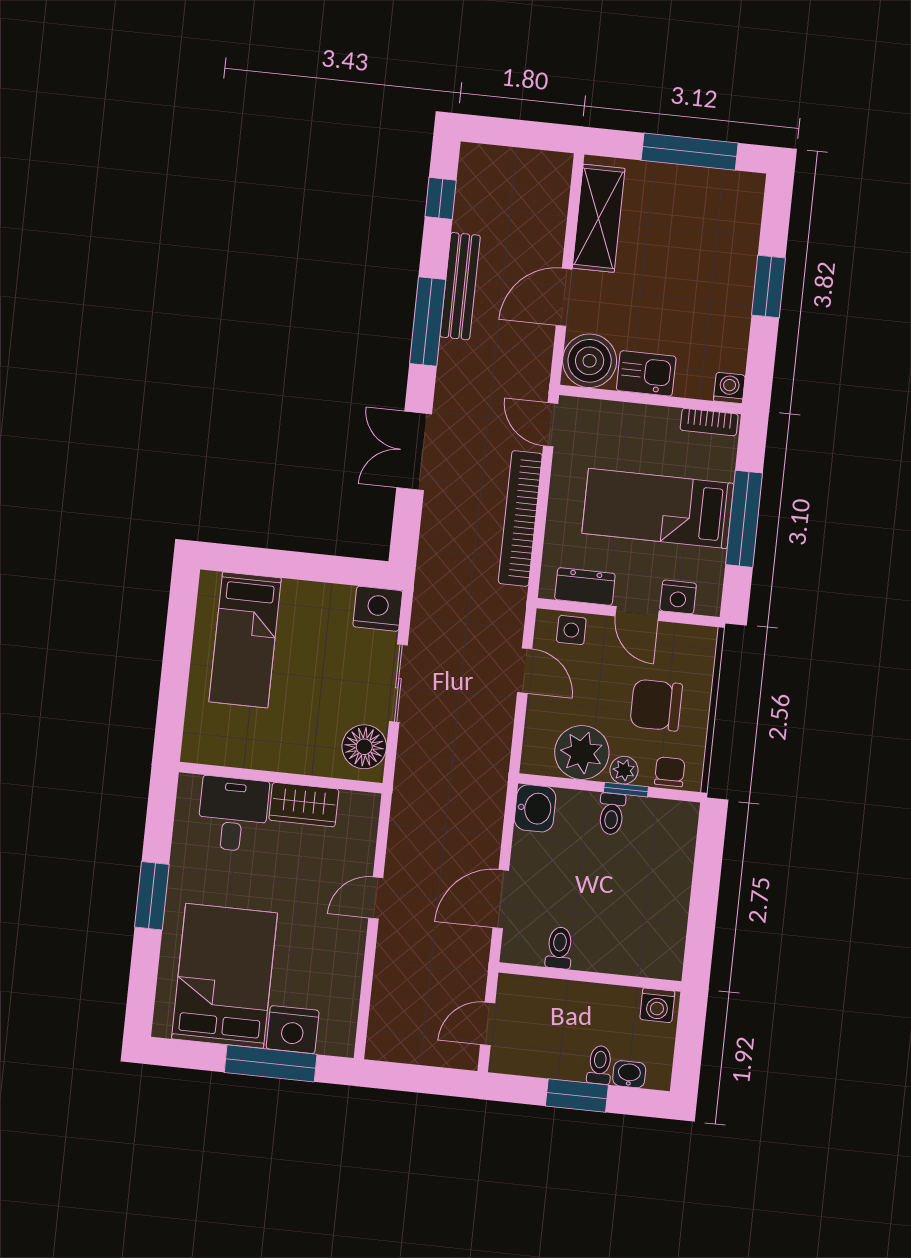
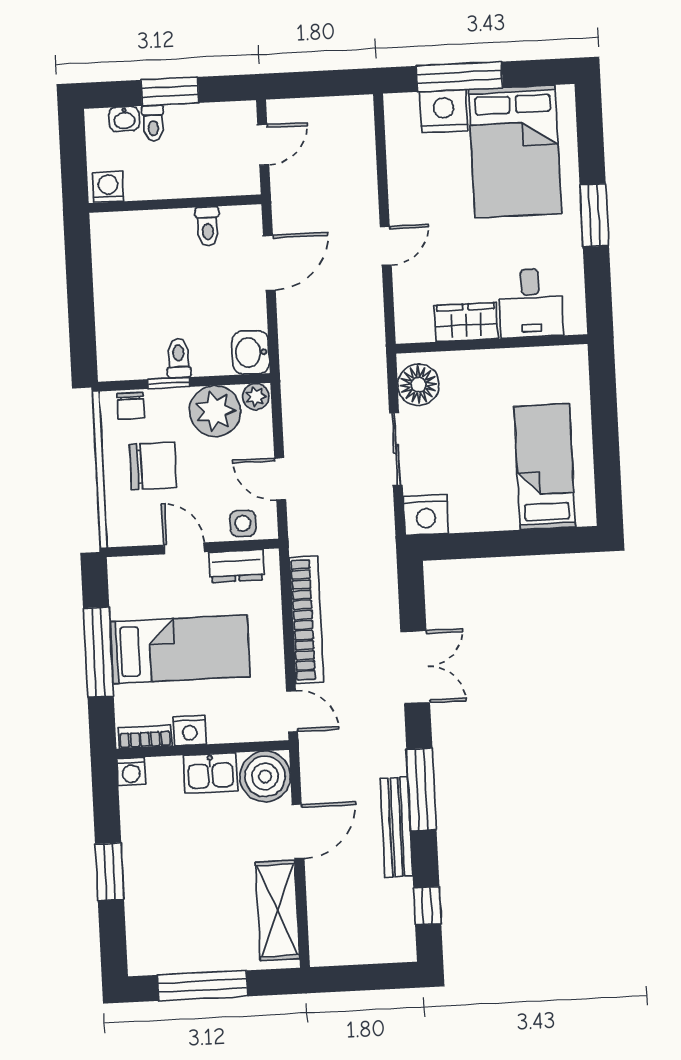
nightstand: (678, 597) -> (190, 730), moved, turned 180
plant: (624, 770) -> (256, 397), moved

